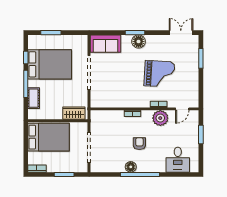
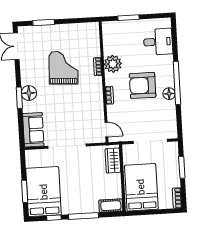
bed: (50, 64) -> (44, 192), moved
cot: (34, 98) -> (111, 206), moved
door: (182, 109) -> (106, 129), moved
armchair: (139, 144) -> (143, 85), width x1.88, depth x1.88

